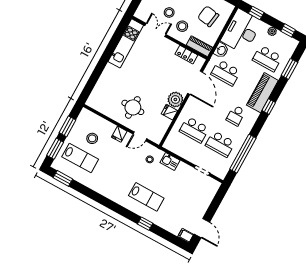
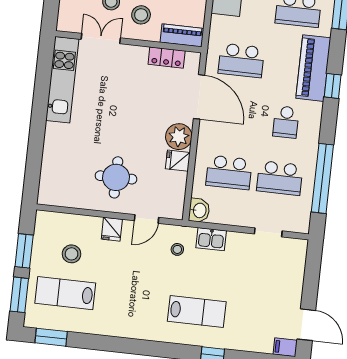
washbasin: (221, 50) -> (199, 210), moved
lab bench: (80, 158) -> (65, 293), turned 180

